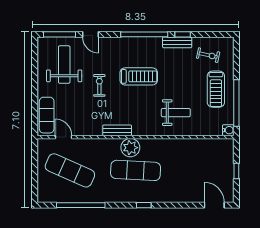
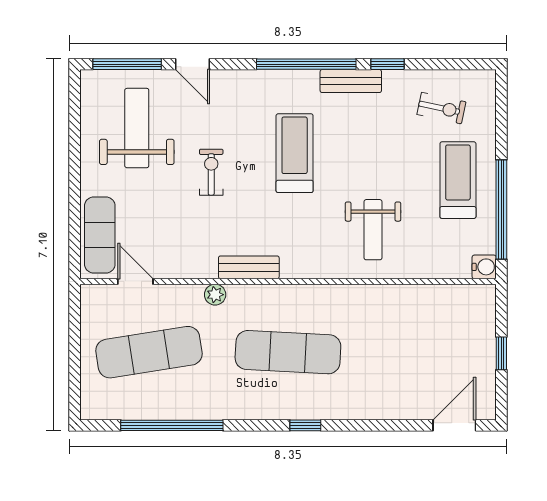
bench: (177, 42) -> (351, 81), moved
treadmill: (139, 76) -> (295, 153), turned -90
treadmill: (216, 89) -> (458, 180), turned 180
weight bench: (176, 113) -> (373, 230), turned 90
plant: (130, 148) -> (215, 295), moved, width x0.53, depth x0.53
exercise mat: (70, 170) -> (149, 352), turned -33
door: (214, 205) -> (454, 425), hinge flipped

